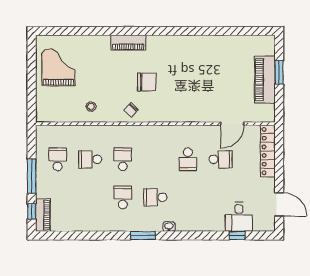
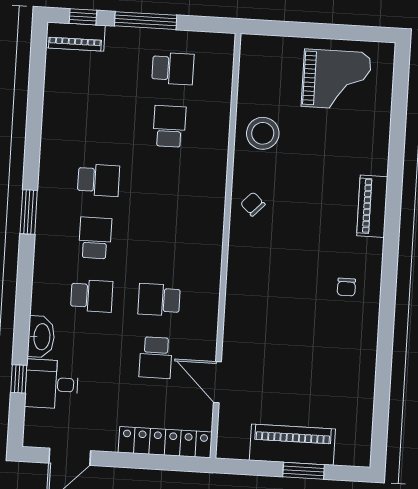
chair: (147, 82) -> (346, 287), moved, width x0.54, depth x0.54
stool: (91, 107) -> (263, 133), width x1.89, depth x1.89
school desk: (123, 159) -> (92, 296), moved
washbasin: (169, 227) -> (41, 337), moved, width x1.91, depth x1.45

